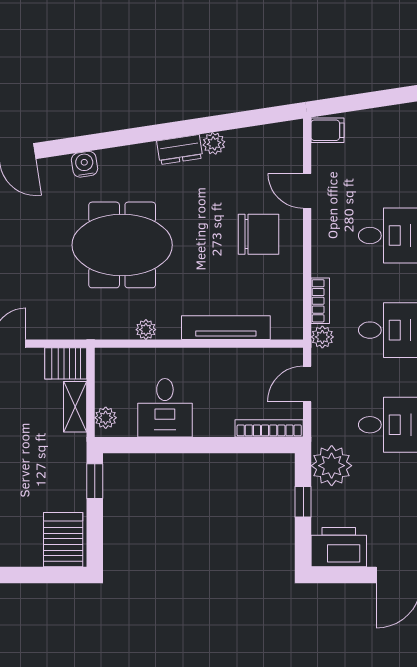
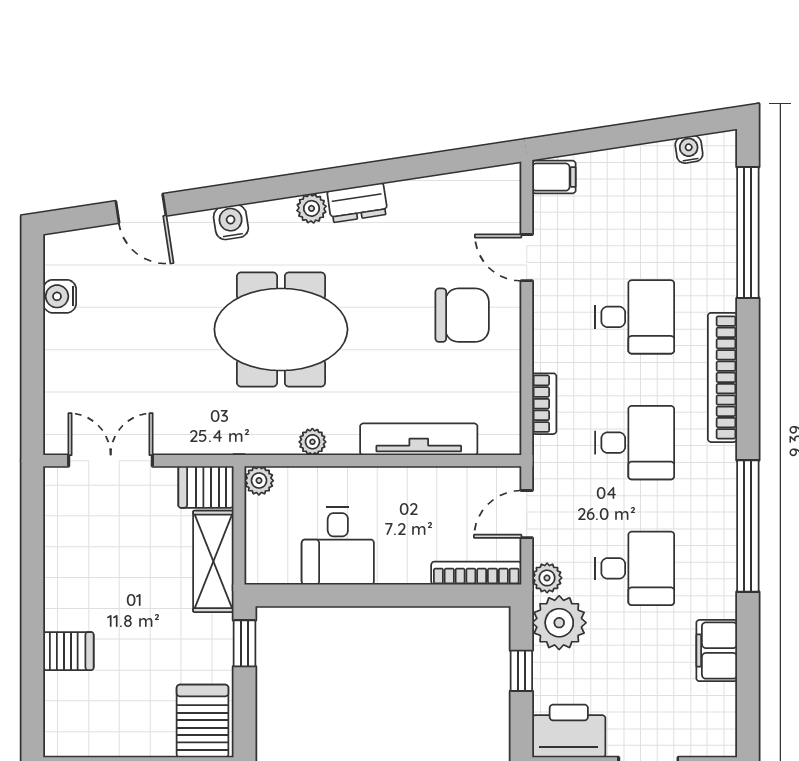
plant: (214, 143) -> (312, 208), moved
plant: (322, 337) -> (547, 578), moved
shelving: (75, 407) -> (213, 561), width x1.50, depth x1.33
plant: (106, 418) -> (259, 481), moved

